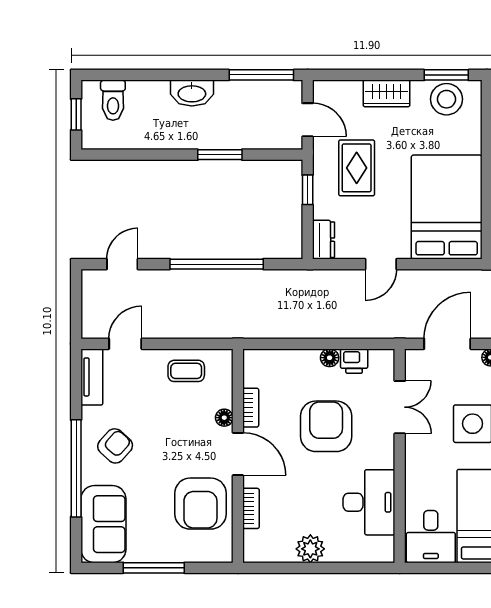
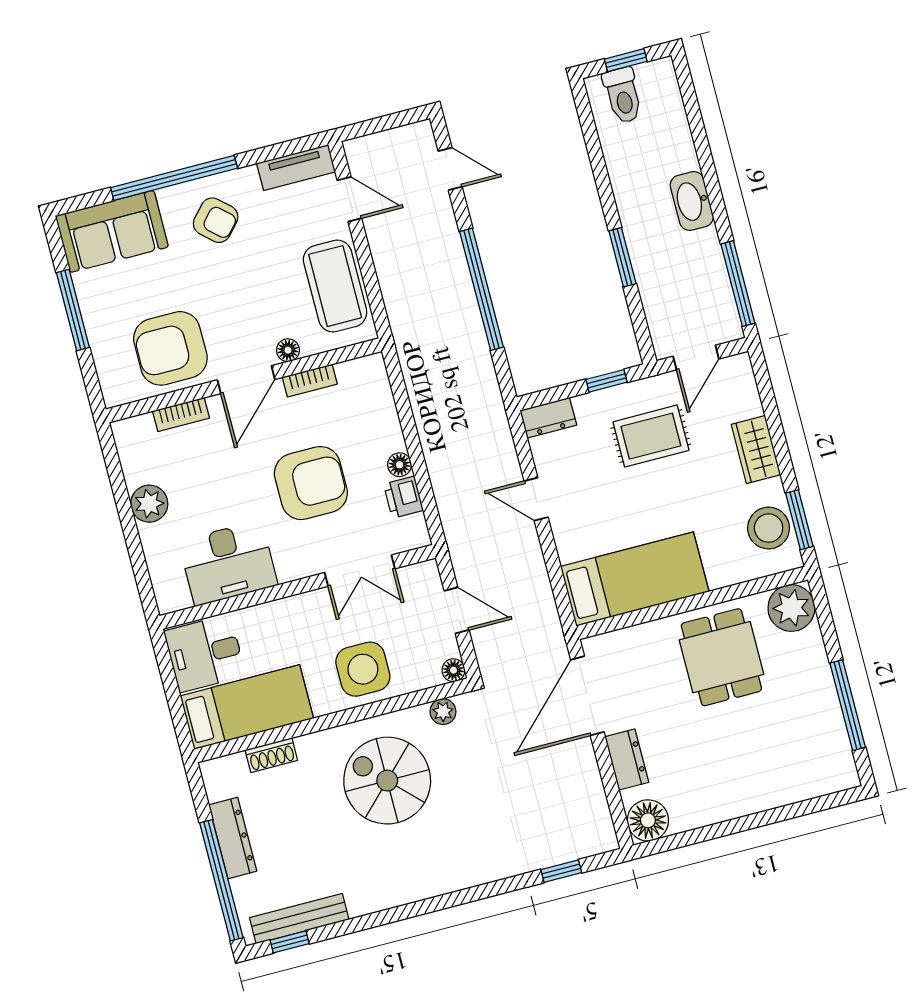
toilet: (113, 100) -> (623, 95), moved, turned -90
bed: (447, 207) -> (635, 579), width x0.67
door: (447, 344) -> (457, 610), width x0.73
coffee table: (186, 371) -> (335, 286), width x1.86, depth x1.72

